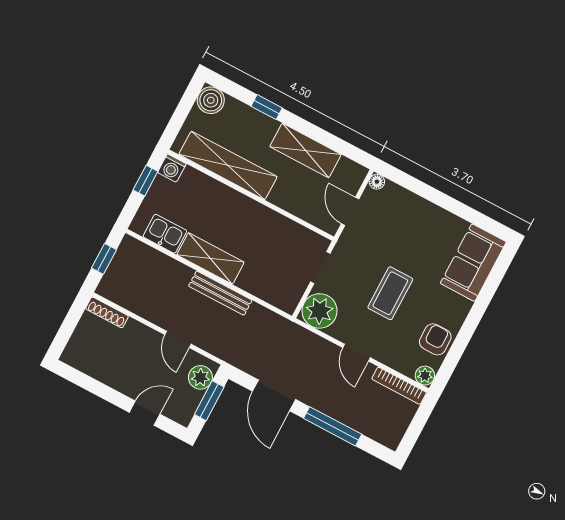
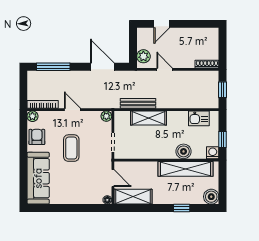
shelving: (305, 150) -> (133, 197), moved
boiler: (217, 195) -> (184, 151), added
shelving: (210, 258) -> (149, 118), moved
sofa: (473, 263) -> (38, 178), width x1.36
bench: (220, 293) -> (138, 103), moved
plant: (320, 311) -> (106, 116), width x0.53, depth x0.53
armchair: (435, 339) -> (37, 137), turned 180
window: (209, 401) -> (133, 47), removed
window: (333, 426) -> (53, 67), moved

